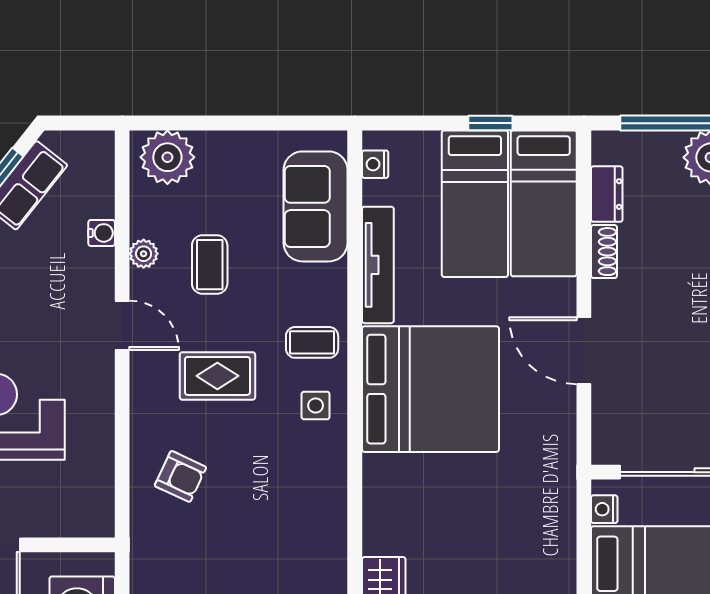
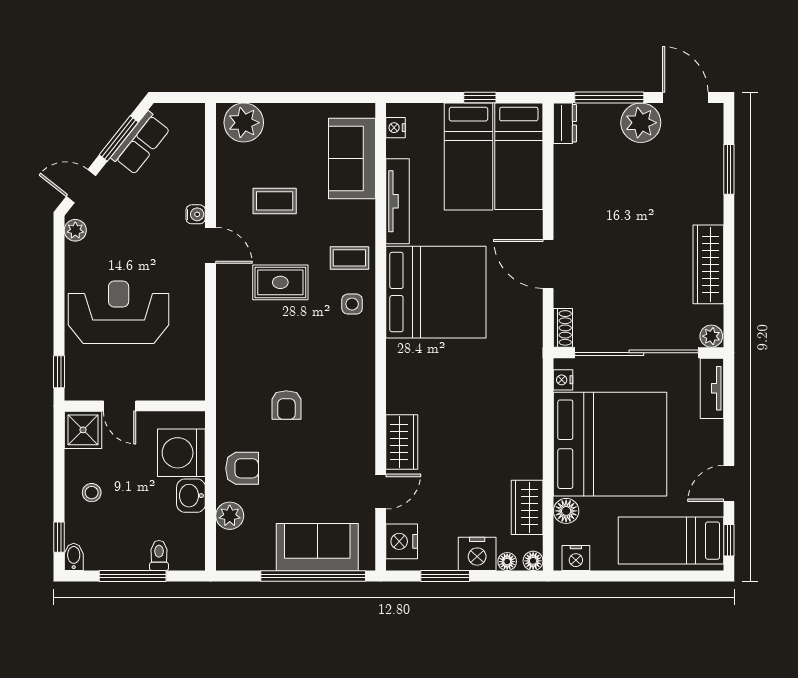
dresser: (607, 194) -> (565, 123), moved
water cooler: (102, 233) -> (196, 214), moved
shoe rack: (604, 252) -> (563, 328), moved
plant: (144, 254) -> (226, 193), removed
coffee table: (210, 265) -> (275, 201), turned 90
armchair: (180, 476) -> (286, 405), moved, turned 65

